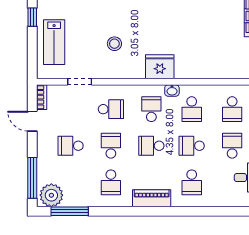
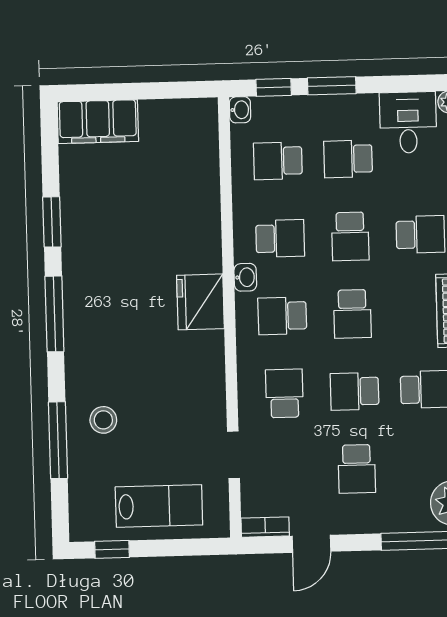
stool: (114, 44) -> (103, 420), moved
school desk: (232, 109) -> (278, 161), turned 180

